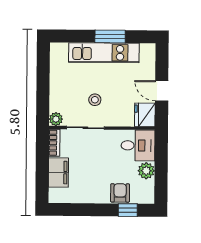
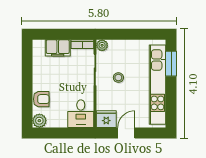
window: (110, 36) -> (171, 64), moved
kitchen unit: (104, 53) -> (157, 85), width x1.36
plant: (146, 171) -> (39, 121), moved
window: (128, 210) -> (27, 106), removed

